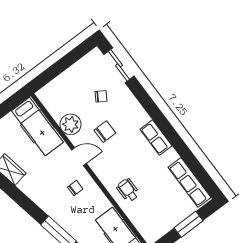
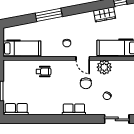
row of seats: (156, 137) -> (74, 109), moved
door: (79, 157) -> (83, 58), hinge flipped
row of seats: (190, 182) -> (16, 109), width x0.68

